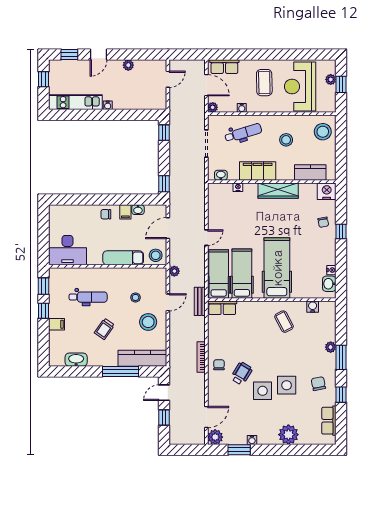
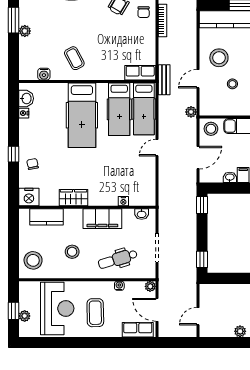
wardrobe: (278, 191) -> (74, 198), width x0.67

